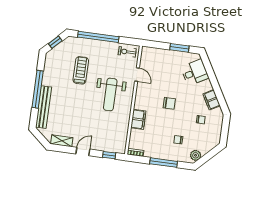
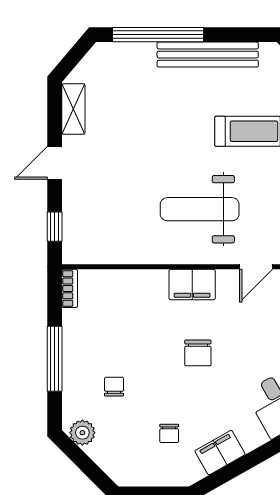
window: (38, 89) -> (158, 35), moved
bench: (44, 107) -> (208, 55), moved
filing cabinet: (138, 119) -> (192, 285), moved
door: (83, 152) -> (55, 163), swing flipped

